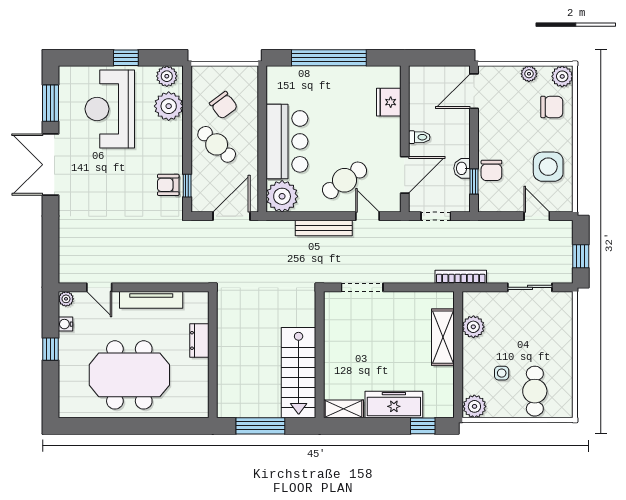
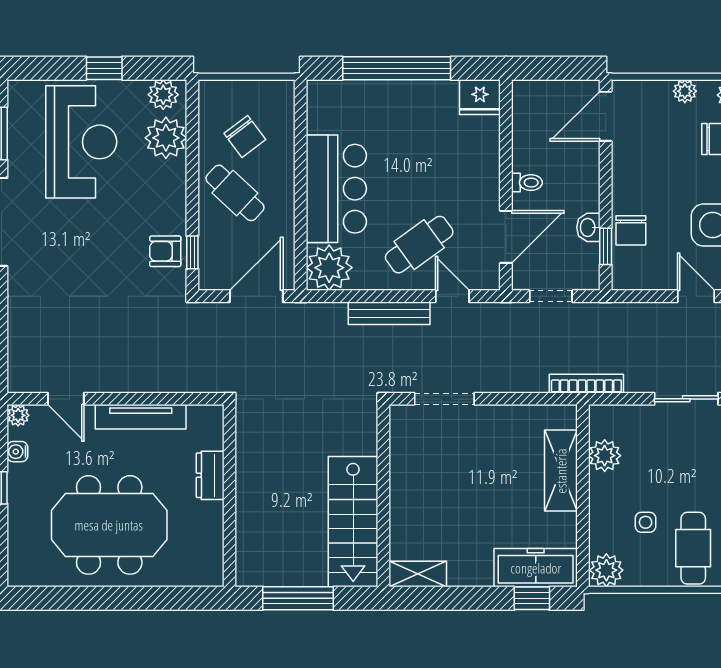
fridge: (389, 102) -> (480, 97), moved, turned -90
reception desk: (110, 109) -> (81, 142), turned 180
freezer: (394, 405) -> (536, 568), moved

